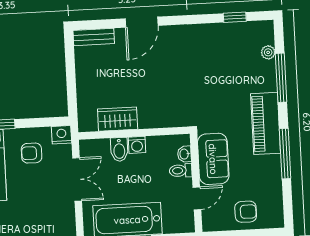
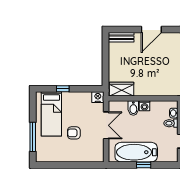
wardrobe: (118, 119) -> (121, 89), moved
armchair: (32, 153) -> (74, 133), moved

